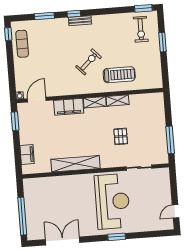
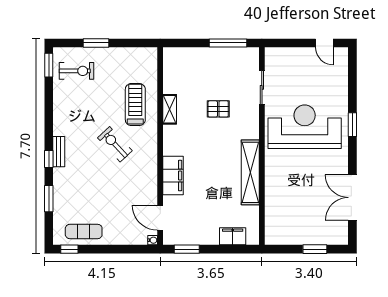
shelving: (95, 102) -> (170, 140), removed
window: (22, 216) -> (315, 249), width x0.47

